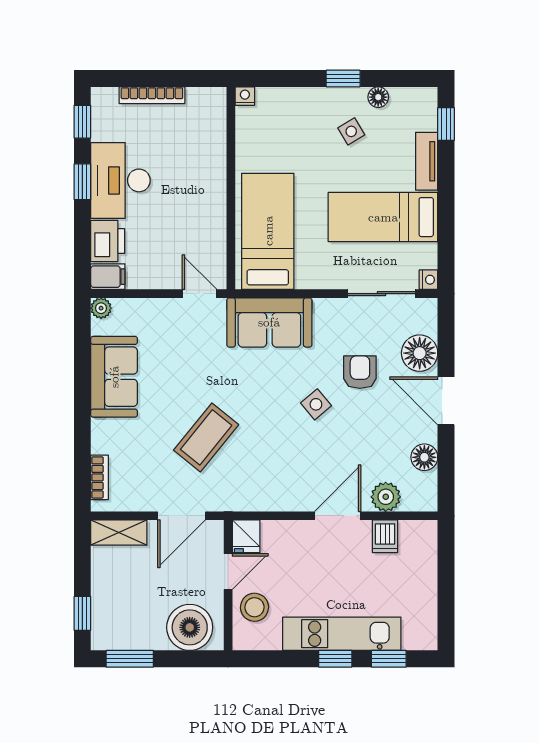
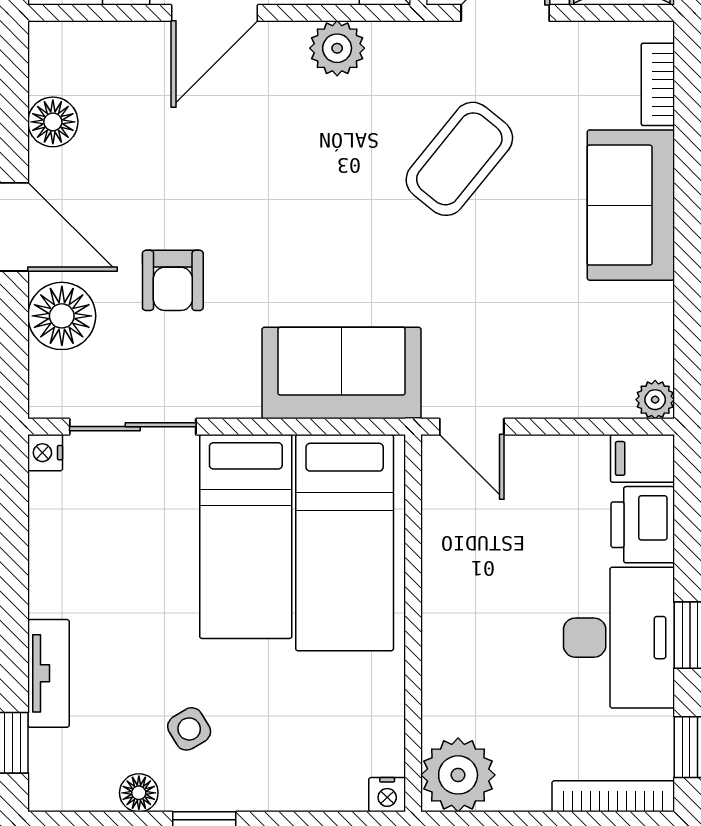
bookcase: (152, 95) -> (613, 796), moved
plant: (207, 107) -> (458, 775), added
bed: (383, 217) -> (246, 536), moved, turned 90
sofa: (114, 377) -> (631, 205), moved
side table: (316, 404) -> (255, 220), removed
plant: (386, 497) -> (337, 48), moved

